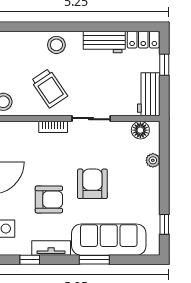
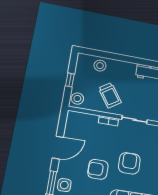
stool: (56, 45) -> (100, 66), moved
armchair: (49, 199) -> (98, 169), turned 180

